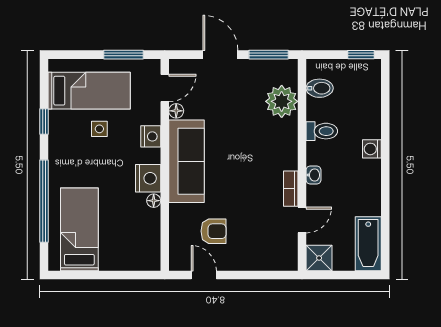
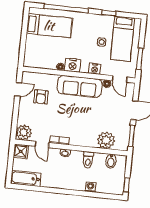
washing machine: (372, 149) -> (90, 187), moved
plant: (283, 256) -> (24, 132), added

